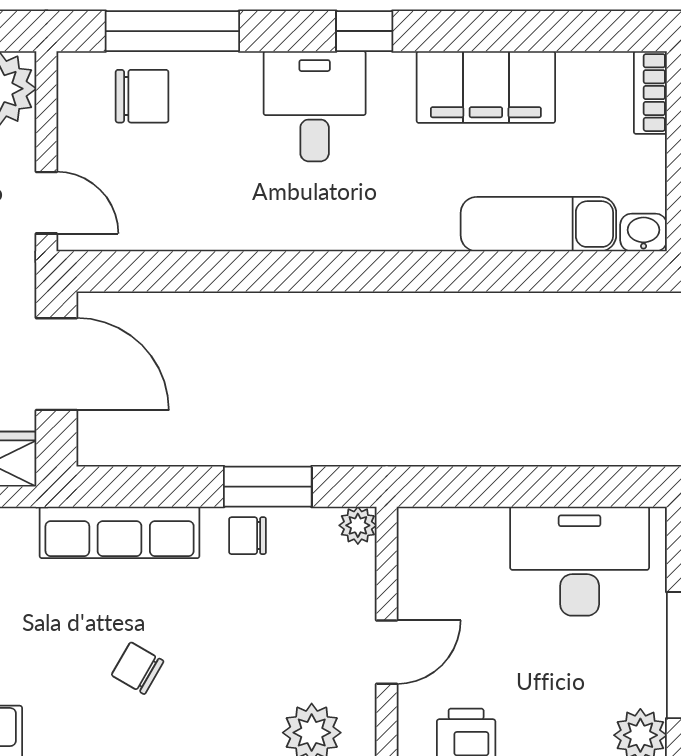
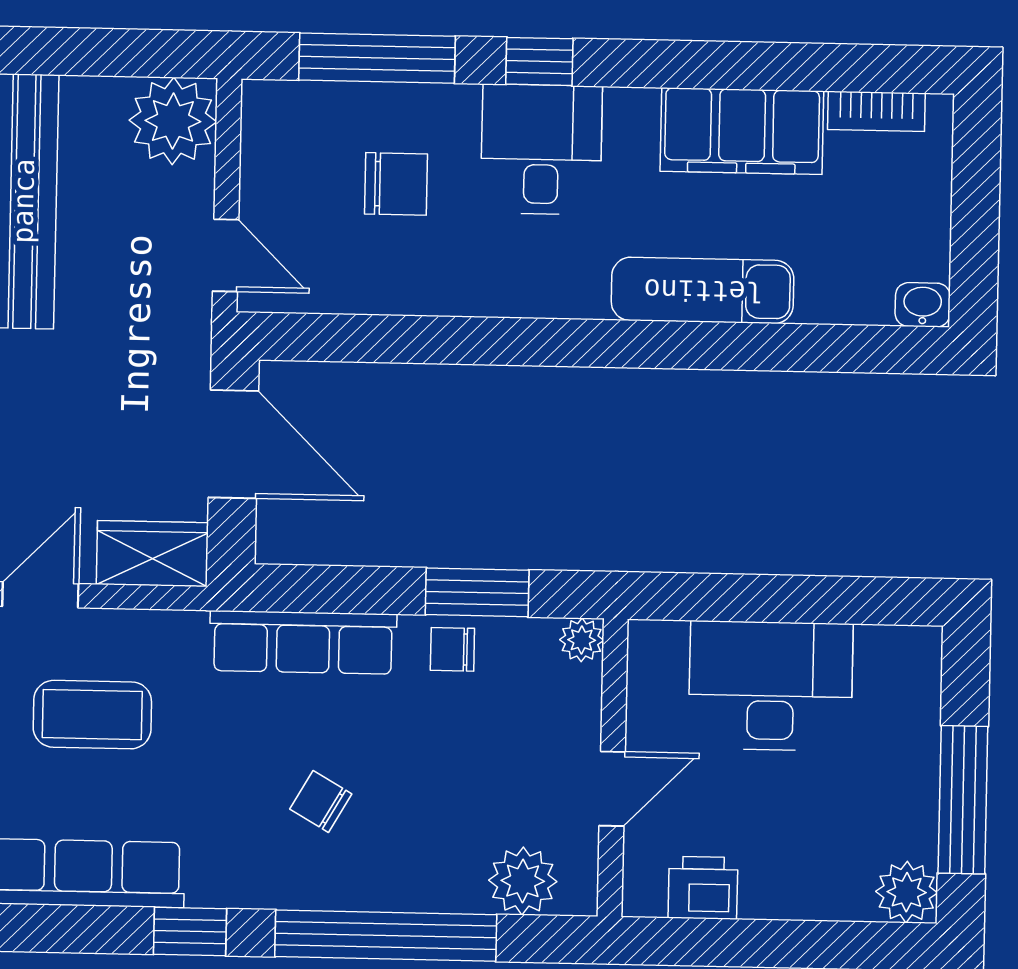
window: (364, 31) -> (539, 61), moved
bookcase: (650, 93) -> (876, 111), moved, turned -90
chair: (142, 96) -> (396, 184), moved
exam couch: (538, 224) -> (703, 290), moved
desk: (580, 561) -> (771, 686), moved

